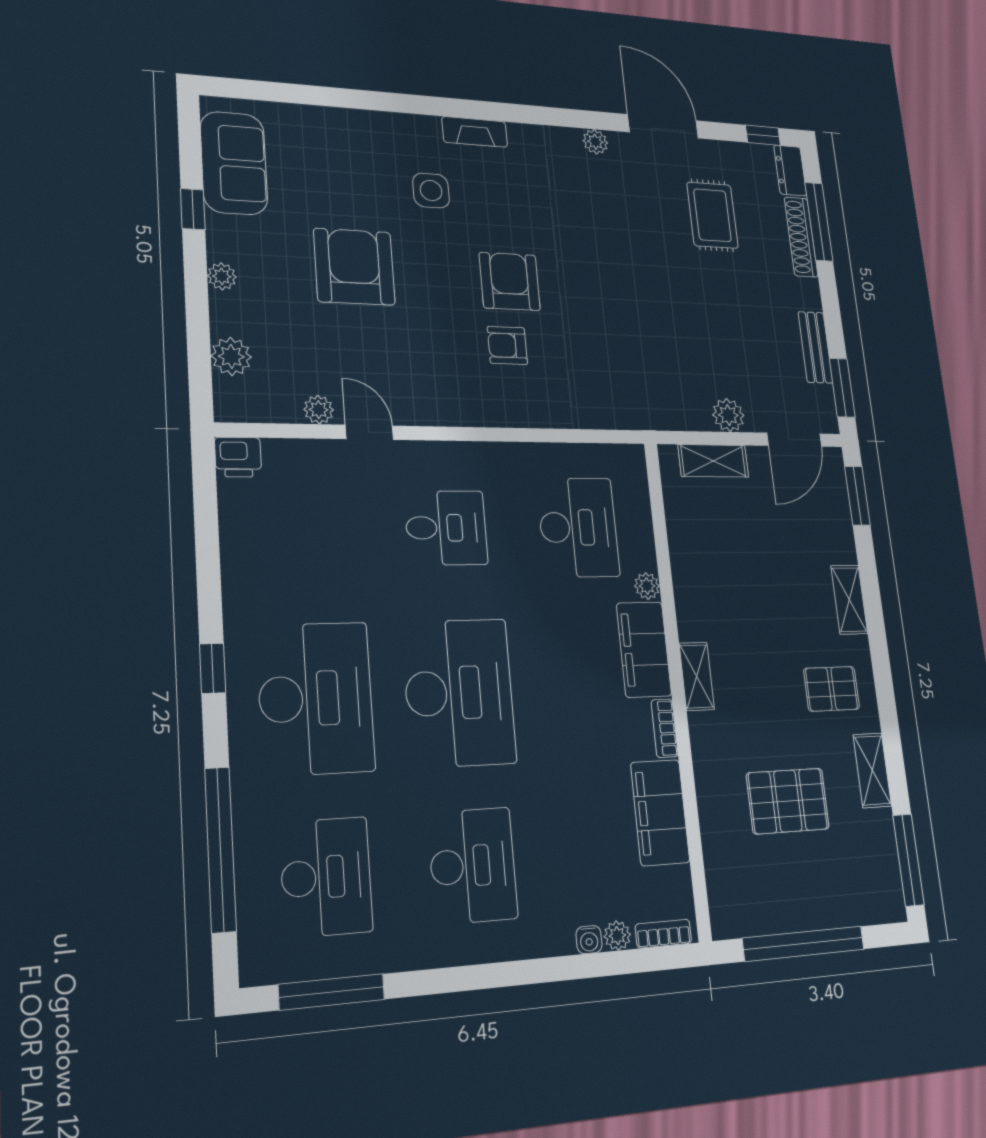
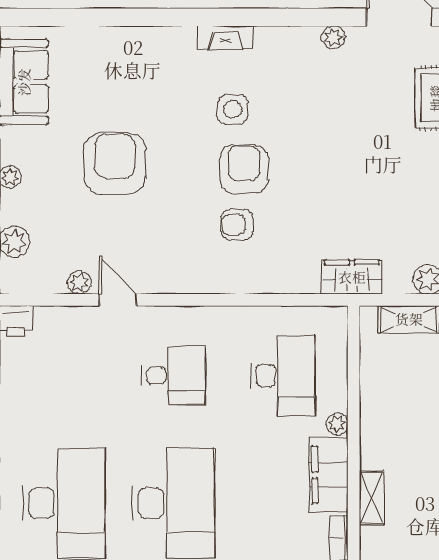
side table: (431, 191) -> (233, 110), moved
wardrobe: (645, 410) -> (352, 277), added

